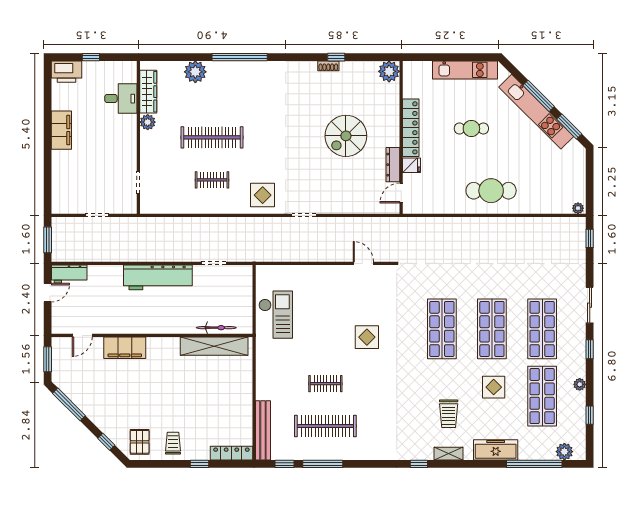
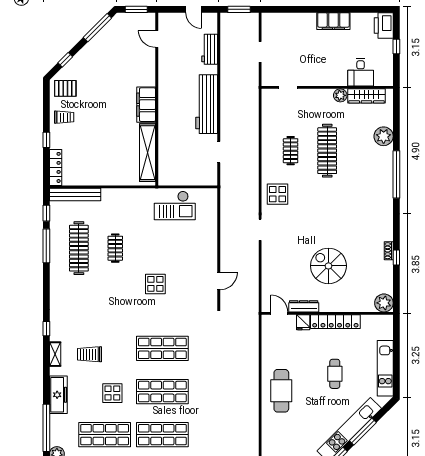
workbench: (69, 274) -> (210, 49), moved
bicycle: (216, 328) -> (163, 154), removed
filing cabinet: (125, 348) -> (146, 105), moved

